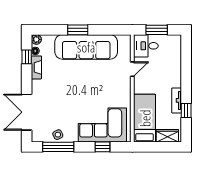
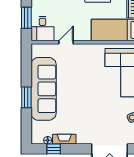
plant: (36, 39) -> (36, 139), removed
door: (132, 69) -> (66, 42), hinge flipped

